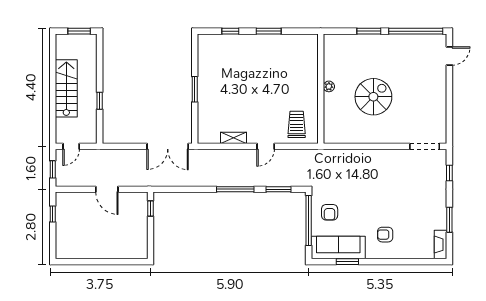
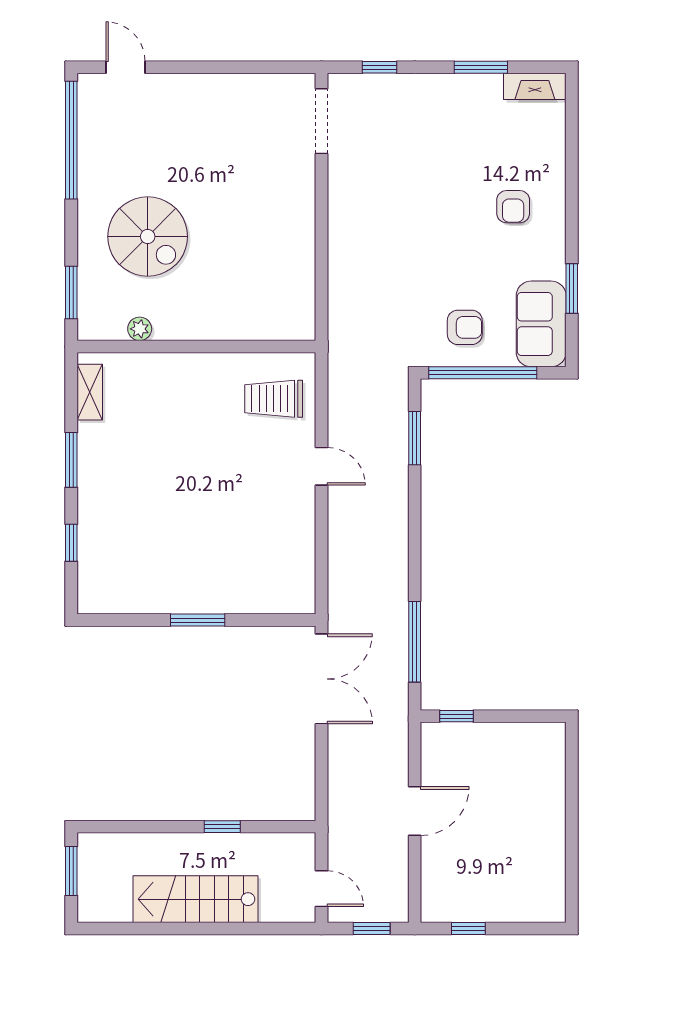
window: (369, 31) -> (71, 293), moved
plant: (329, 86) -> (140, 329), moved
spiral stairs: (373, 97) -> (148, 237), moved, turned 180
shelving: (234, 138) -> (90, 392), moved
window: (235, 189) -> (415, 642), moved
sofa: (338, 247) -> (541, 324), width x0.73

